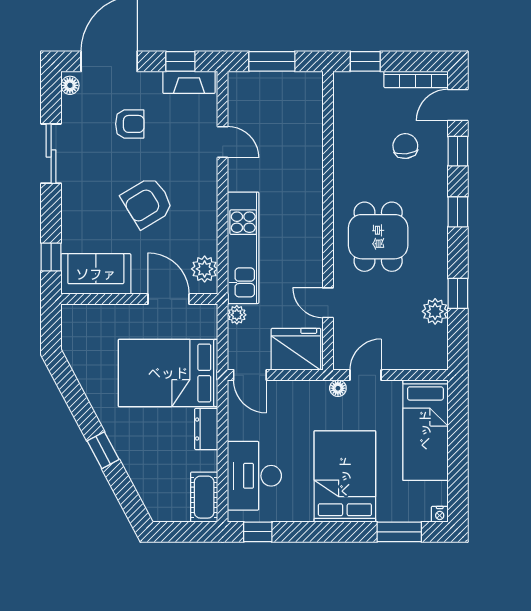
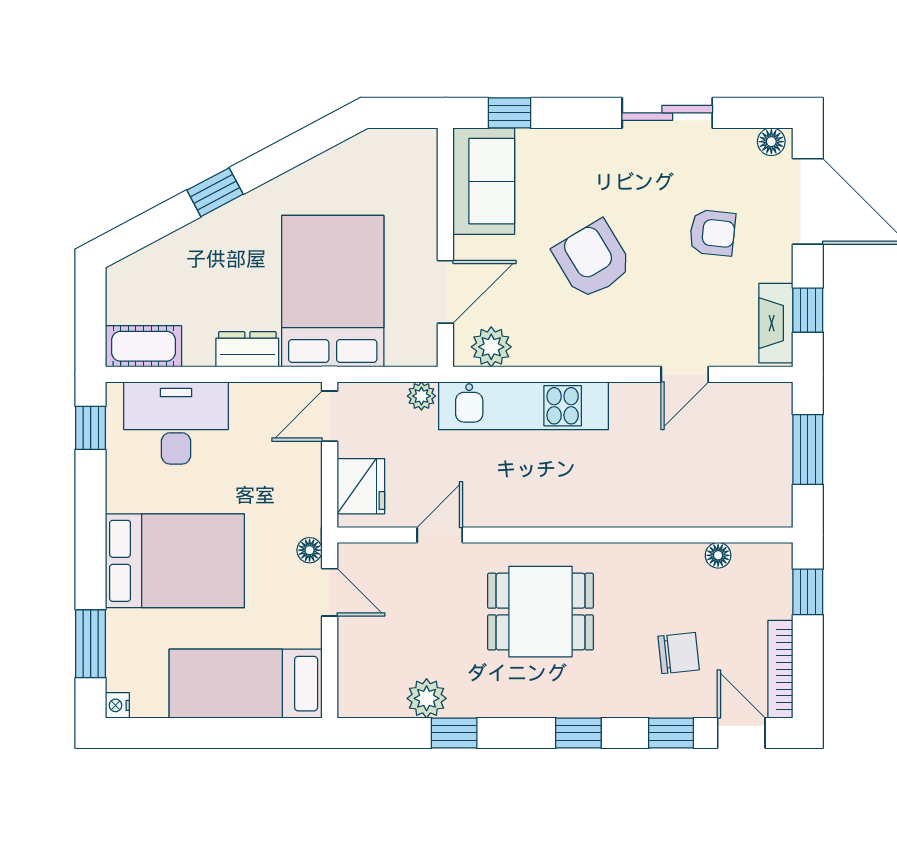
floor lamp: (341, 120) -> (718, 555), added
armchair: (130, 124) -> (712, 233), turned -84
fridge: (296, 349) -> (361, 486), width x0.73, depth x0.75

